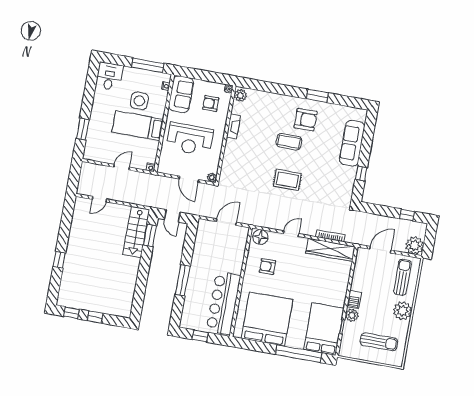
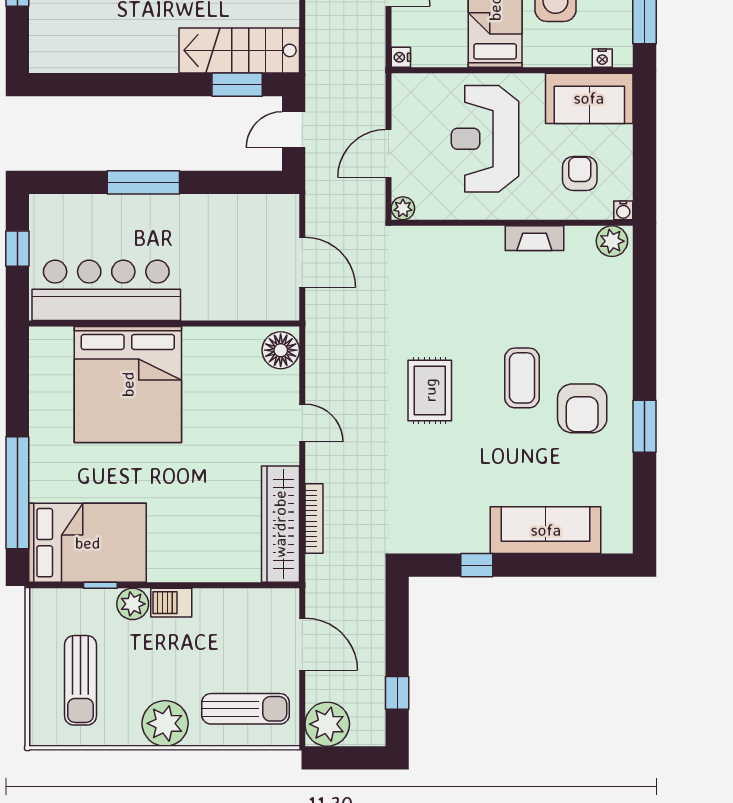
armchair: (267, 266) -> (213, 380), removed
bed: (267, 319) -> (128, 384), moved, turned 90

